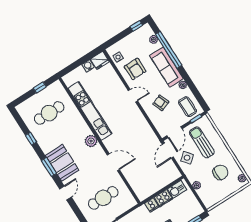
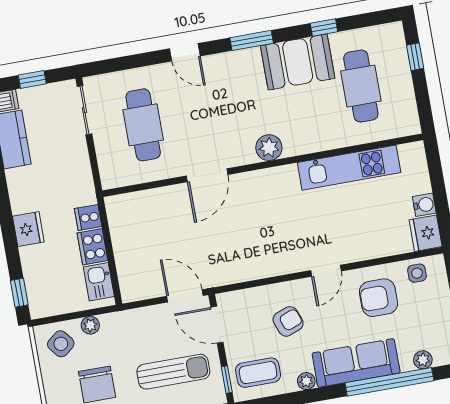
window: (40, 87) -> (415, 57), moved
kitchen unit: (90, 111) -> (349, 168), width x0.73
side table: (187, 158) -> (61, 344), moved
booth: (62, 163) -> (298, 62), moved

